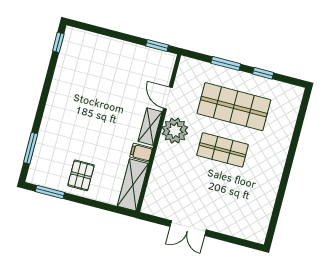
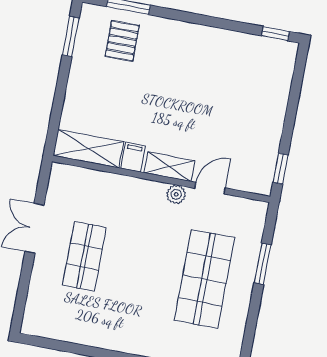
window: (263, 73) -> (253, 316), removed
plant: (175, 131) -> (176, 194), width x0.53, depth x0.53
shop shelf: (223, 150) -> (84, 256), moved
pallet: (81, 175) -> (122, 41), moved, turned 90

